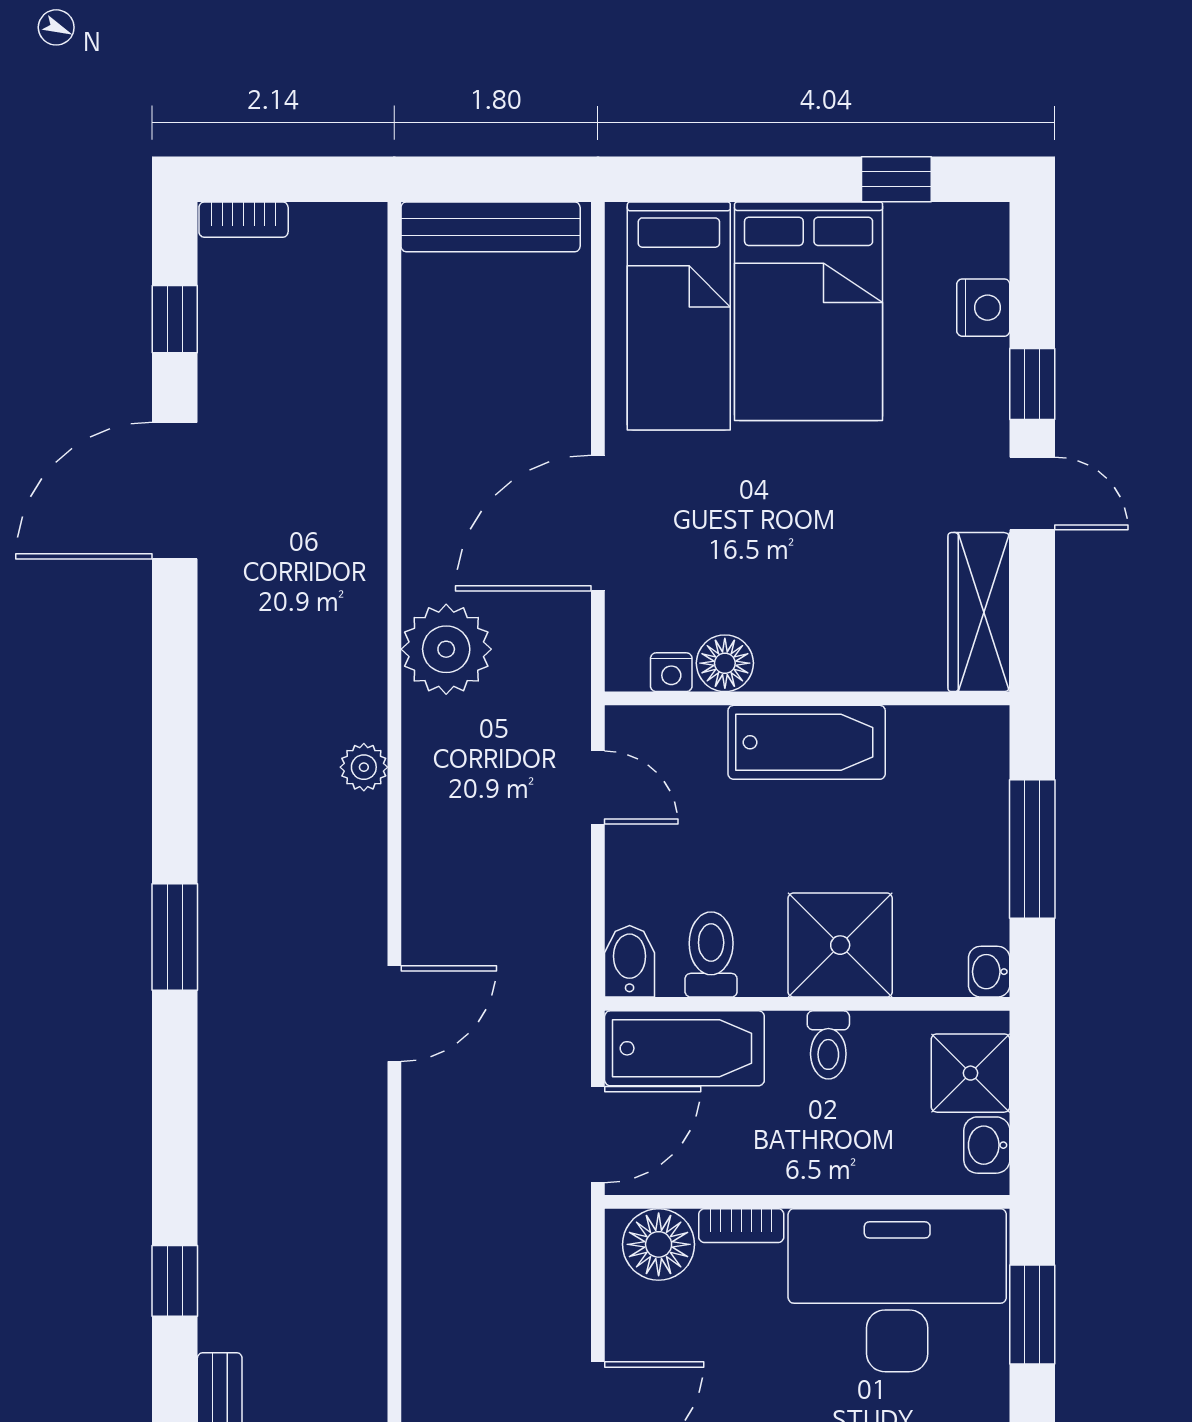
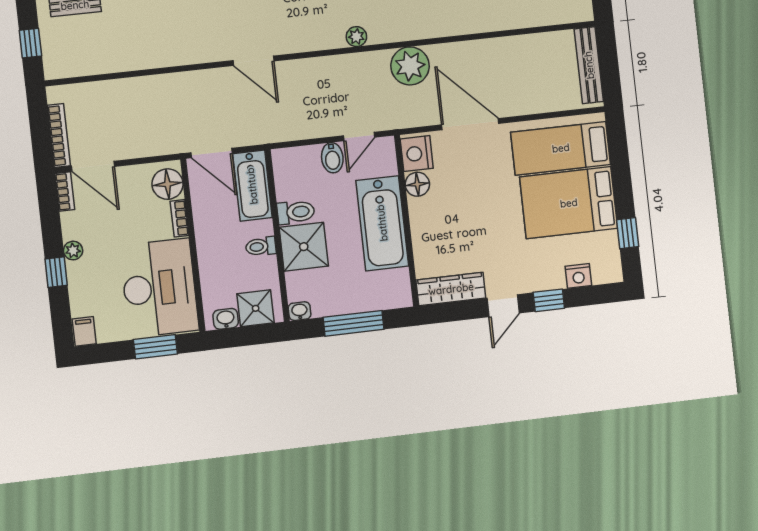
nightstand: (671, 672) -> (417, 154), width x1.89, depth x1.79
bathtub: (807, 742) -> (382, 223), width x1.36, depth x1.36
toilet: (711, 954) -> (296, 212), moved
bidet: (630, 961) -> (332, 158), moved, turned 90

